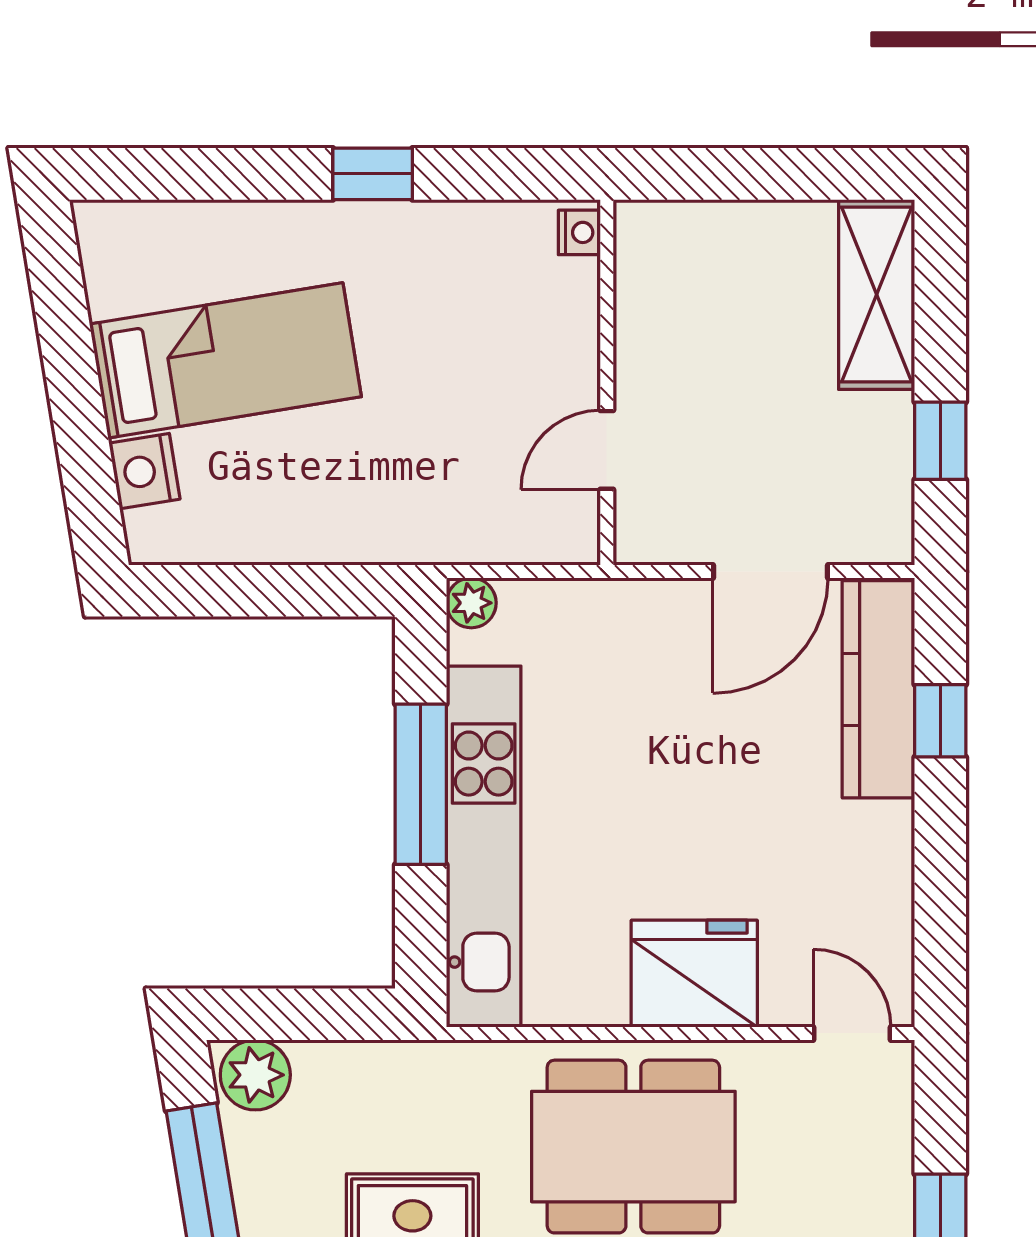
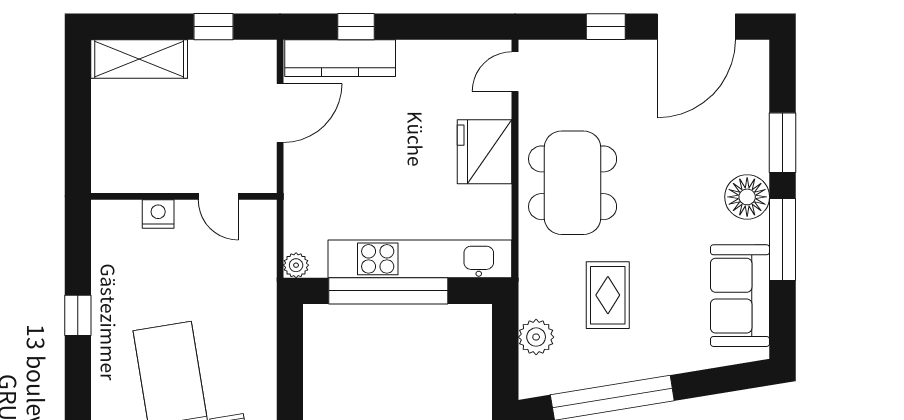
nightstand: (579, 232) -> (158, 214), moved, width x1.39, depth x1.35
door: (770, 572) -> (280, 113), hinge flipped
window: (421, 784) -> (388, 291), width x1.46
plant: (255, 1075) -> (536, 337), moved

